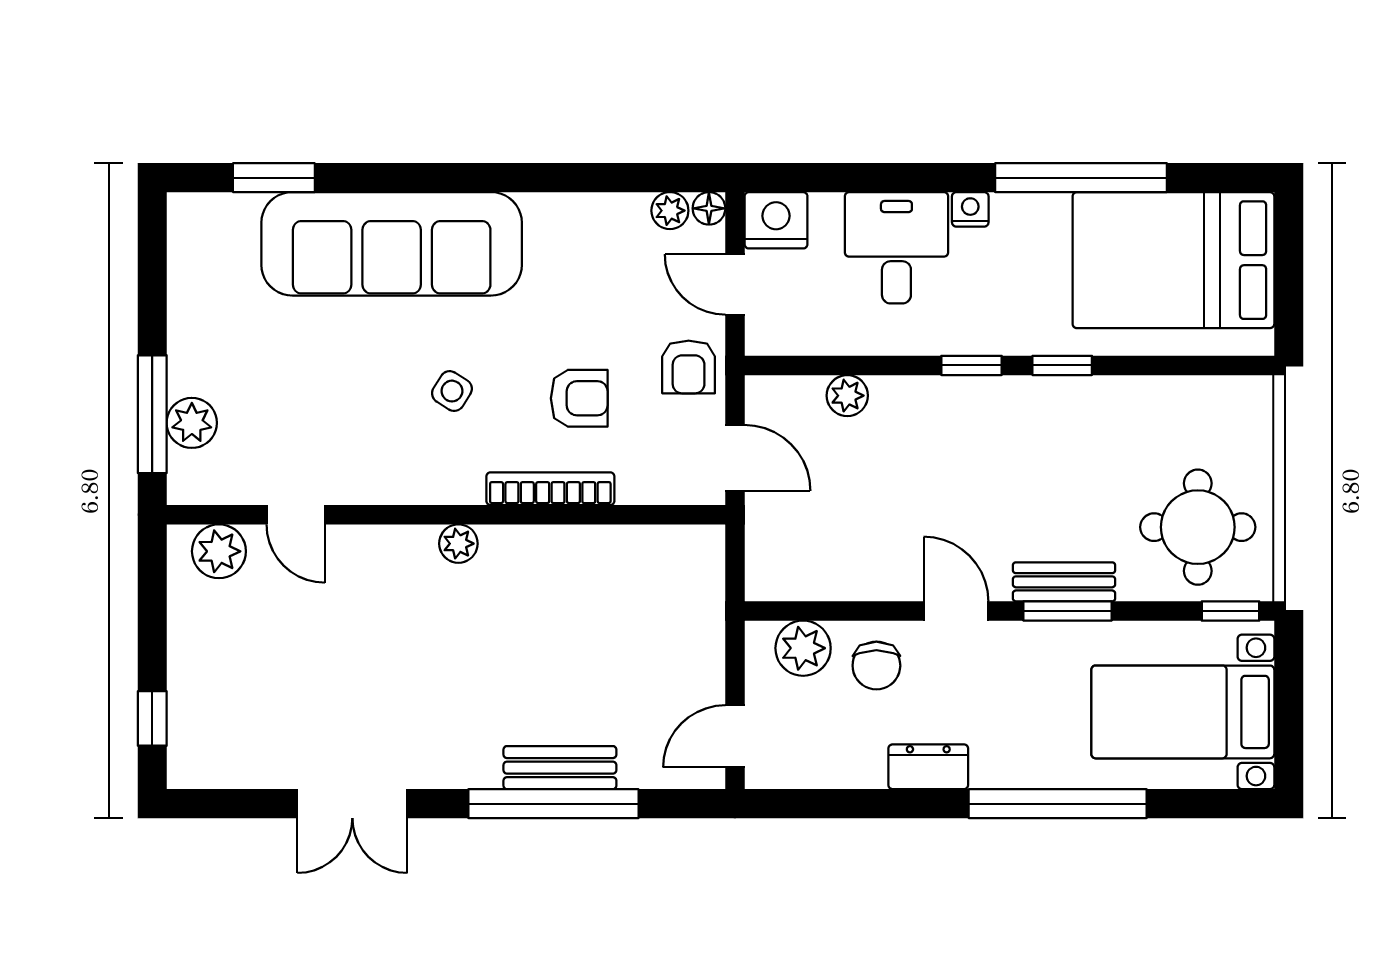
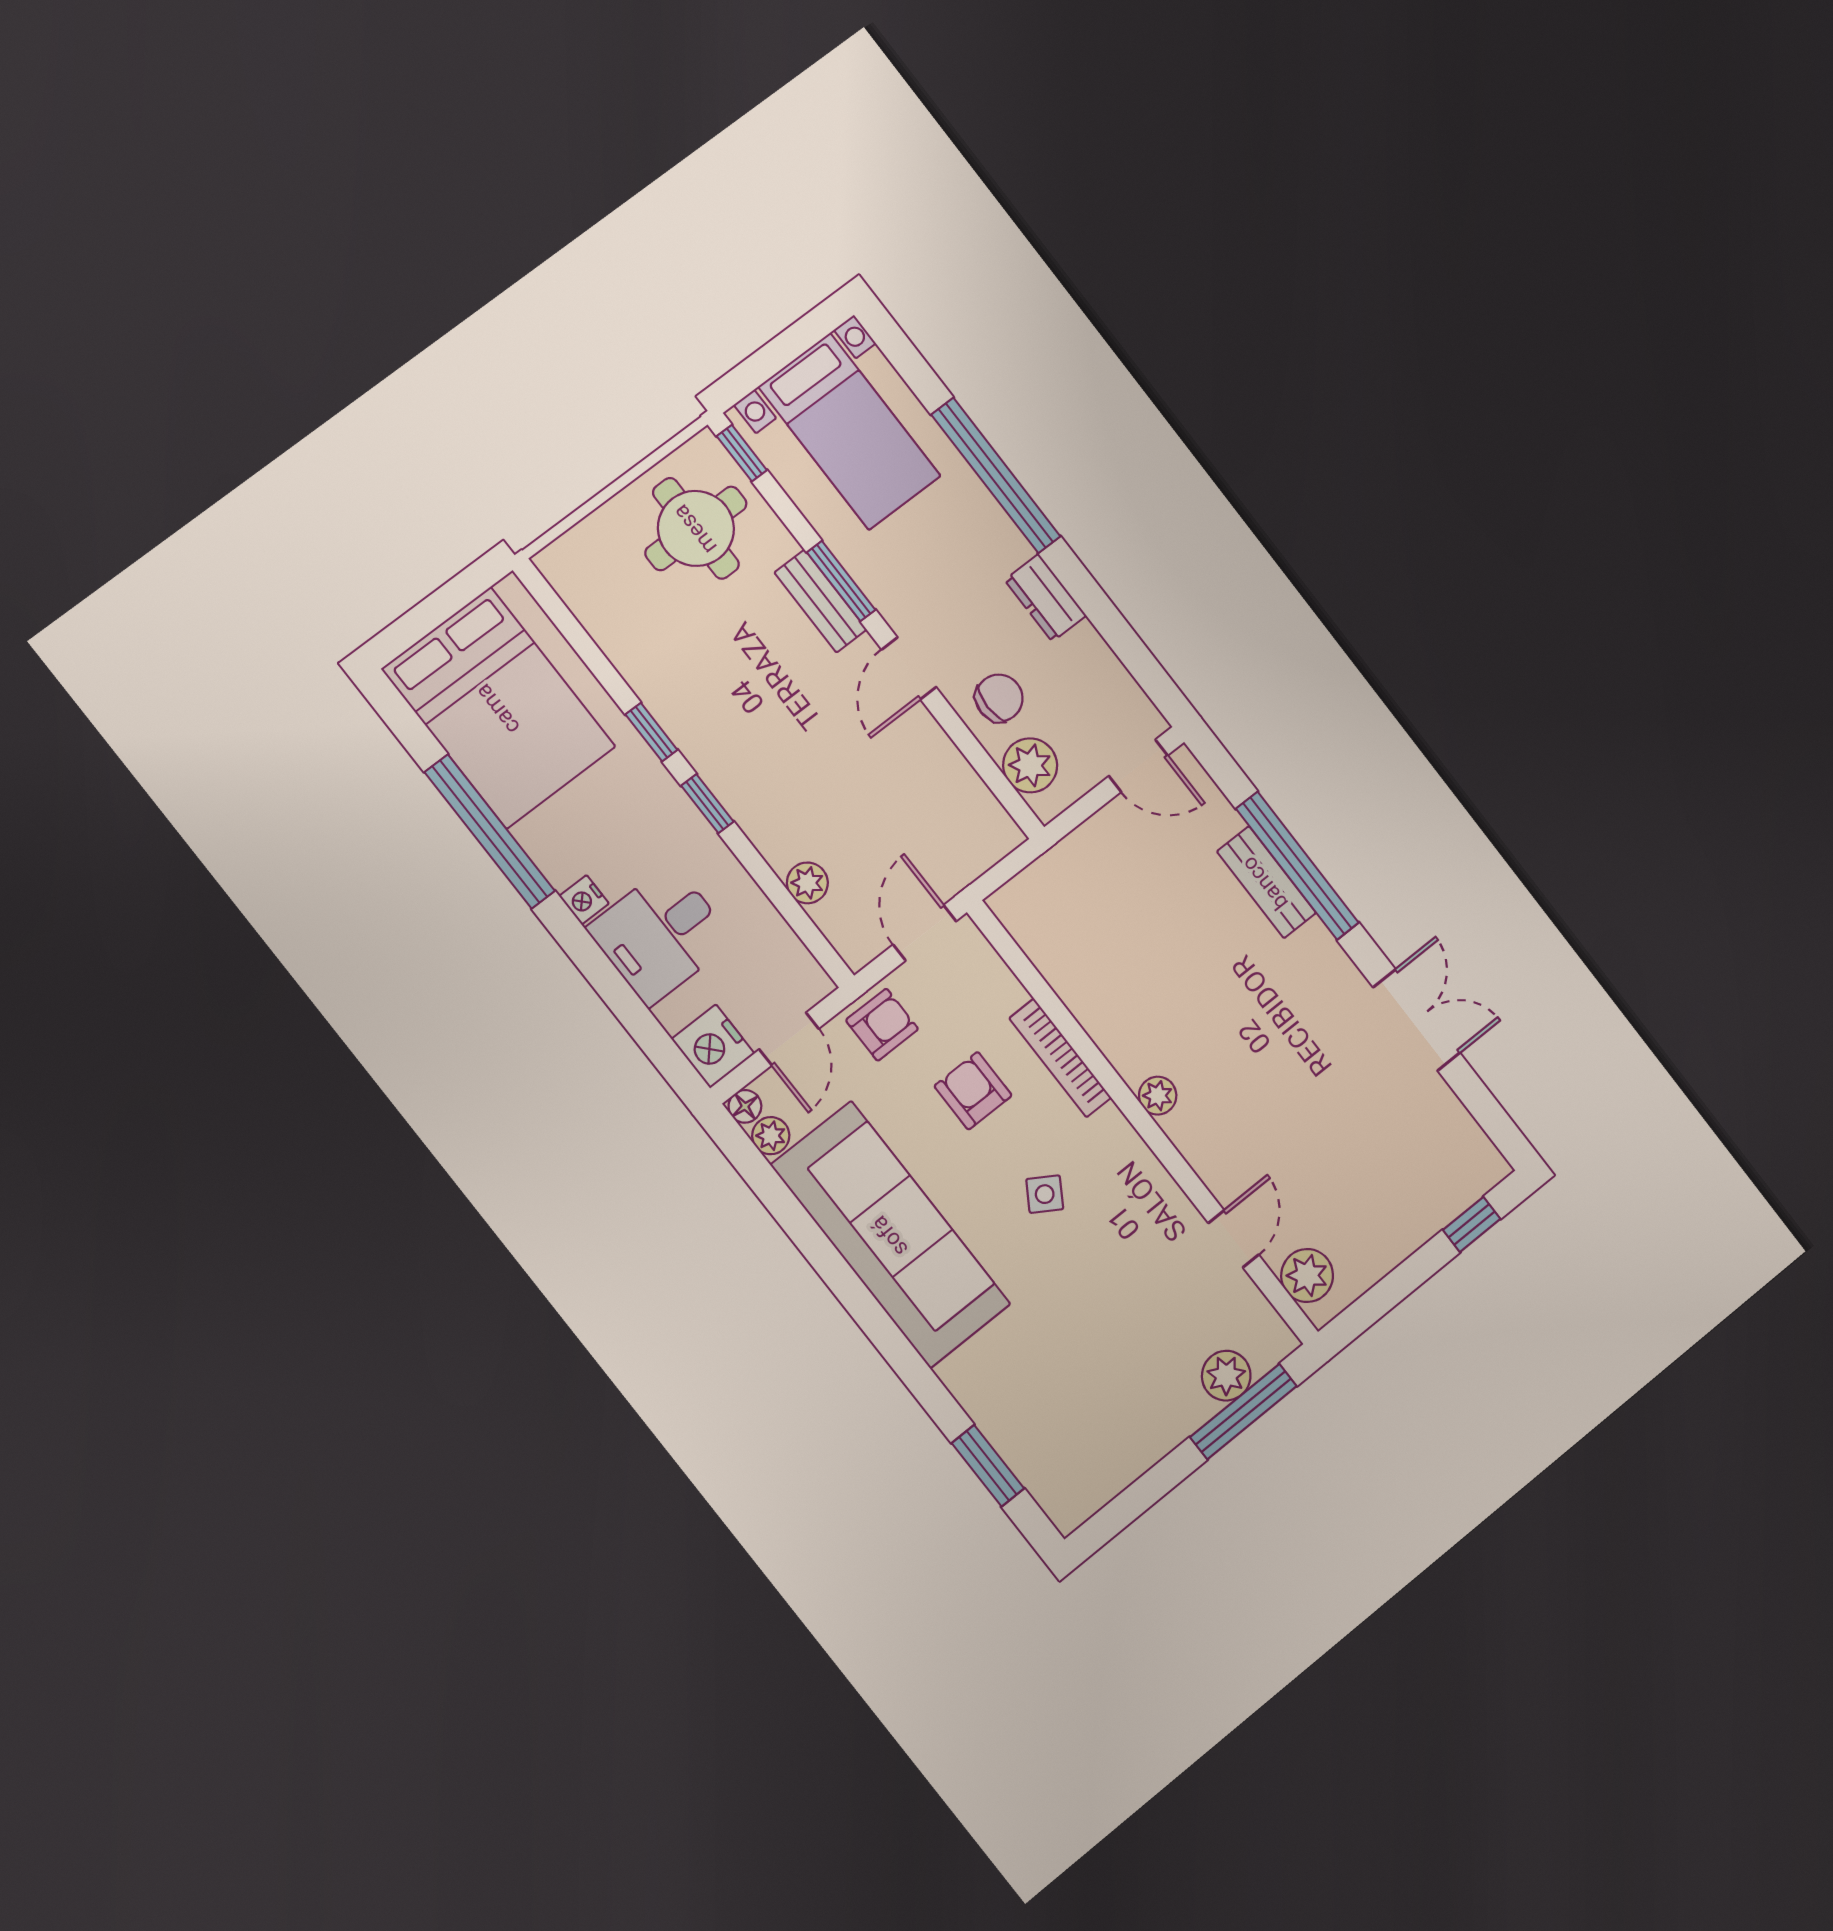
sofa: (392, 244) -> (891, 1235), moved

